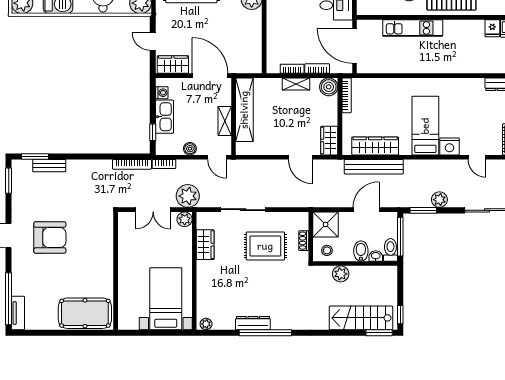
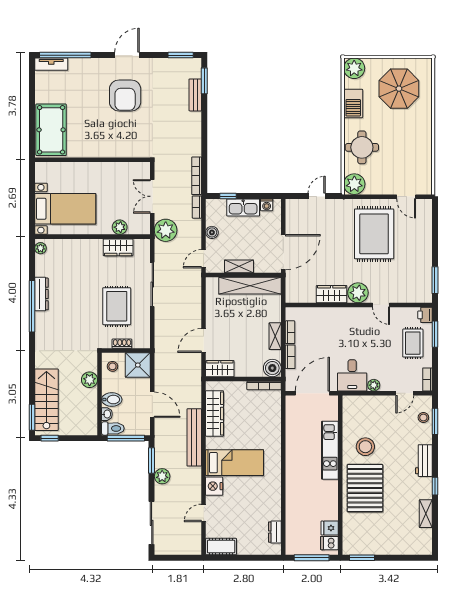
wardrobe: (173, 64) -> (332, 294), moved, turned -90
bench: (374, 167) -> (194, 437), moved
plant: (185, 219) -> (120, 227), moved

